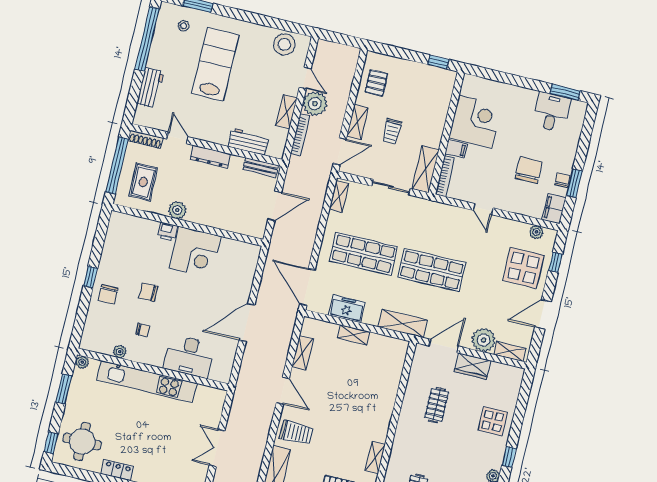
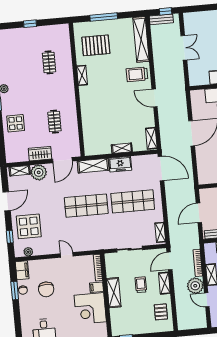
shelving: (425, 169) -> (114, 293), moved
freezer: (347, 309) -> (120, 164), moved
shelving: (302, 353) -> (151, 138), moved

